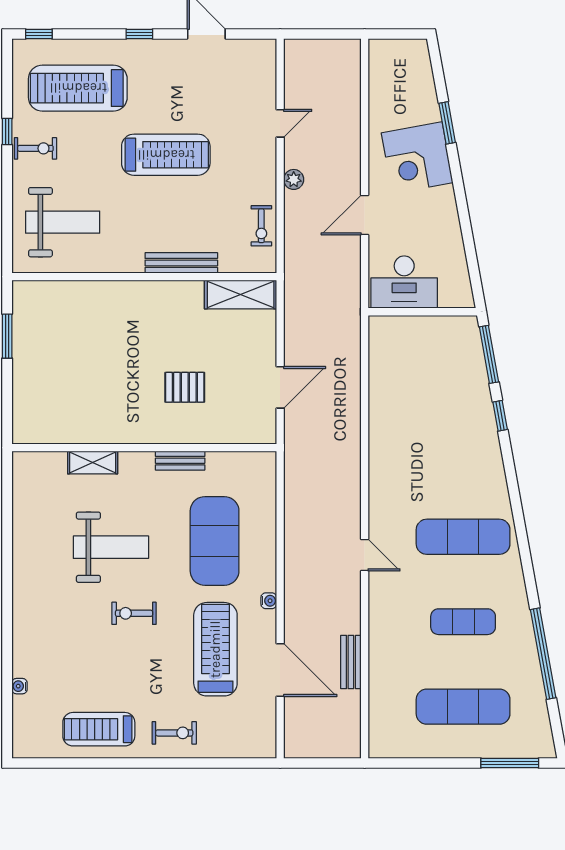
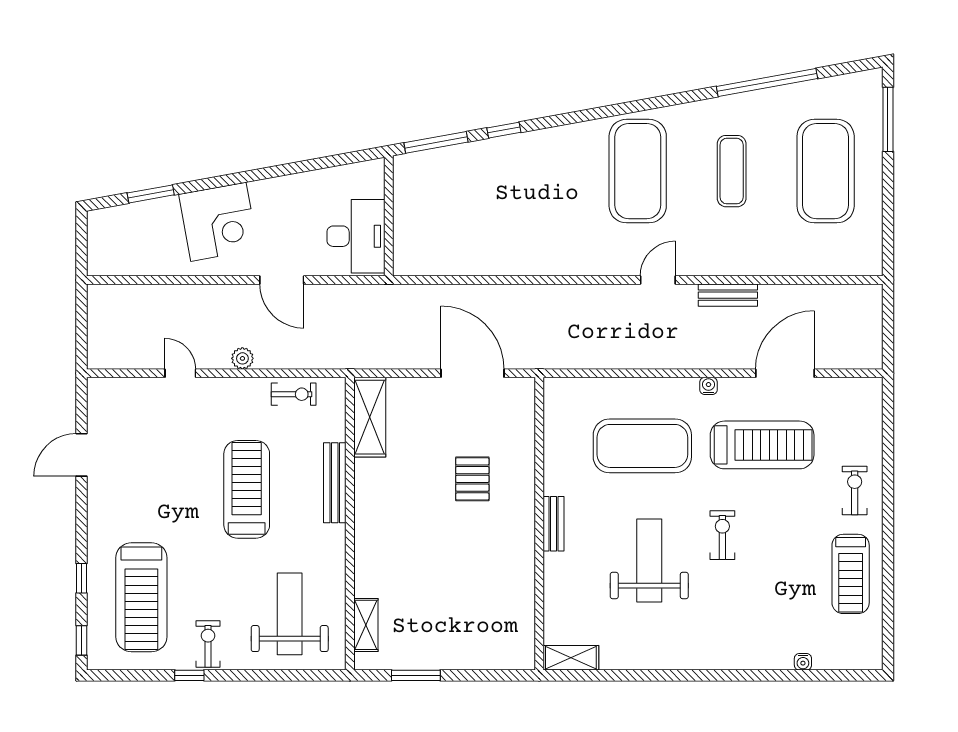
window: (139, 34) -> (82, 578), moved
window: (447, 123) -> (151, 194), moved
treadmill: (166, 155) -> (247, 489), moved
shelving: (53, 291) -> (366, 625), added
door: (280, 387) -> (473, 373), width x1.36
bench: (180, 461) -> (553, 524), moved
shelving: (93, 462) -> (571, 658), moved, turned 90
exercise mat: (463, 537) -> (638, 171), width x1.47
exercise bike: (134, 613) -> (722, 535), turned 180
treadmill: (215, 649) -> (762, 445), turned 180
bench: (351, 662) -> (728, 295), moved
exercise mat: (463, 707) -> (826, 171), width x1.47

